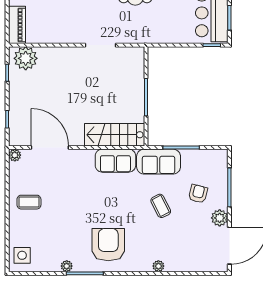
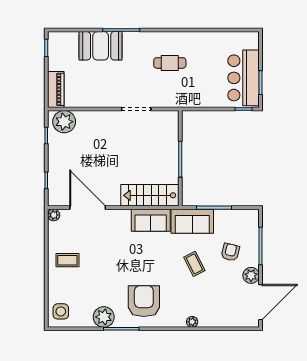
plant: (67, 266) -> (104, 317), width x1.88, depth x1.88

